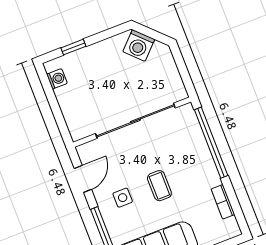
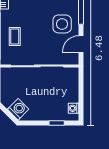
coffee table: (159, 186) -> (15, 37), moved
side table: (123, 198) -> (62, 24), width x1.87, depth x1.87

